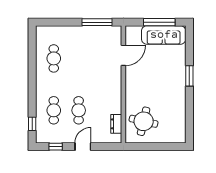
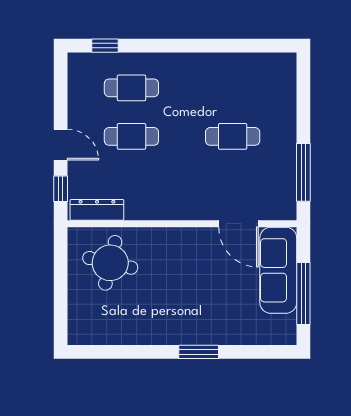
sofa: (164, 35) -> (278, 270), moved
cafe table: (54, 58) -> (233, 136), moved
dresser: (116, 124) -> (97, 210), width x1.44
window: (56, 147) -> (61, 189), moved

